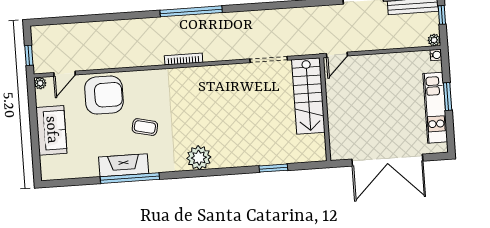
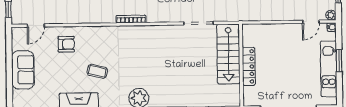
door: (337, 55) -> (311, 22), moved
plant: (40, 83) -> (16, 32), removed
armchair: (104, 95) -> (66, 44), width x0.53, depth x0.53
locker: (335, 110) -> (249, 66), added

